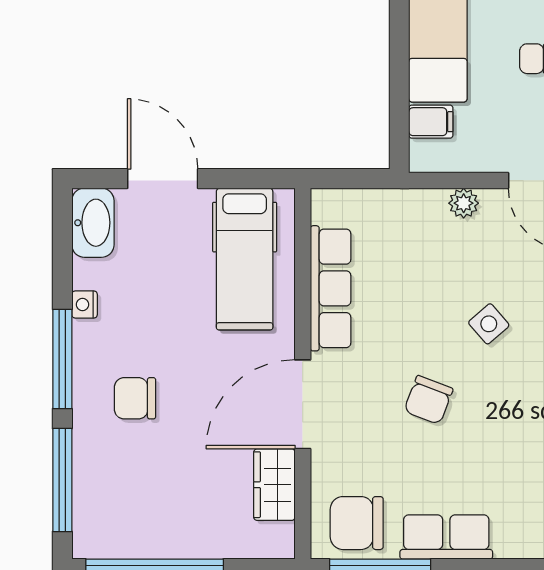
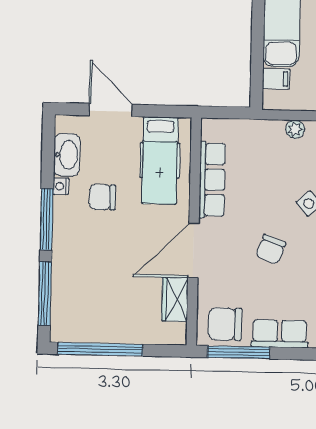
washbasin: (93, 223) -> (67, 155), moved
chair: (135, 398) -> (102, 197), moved

